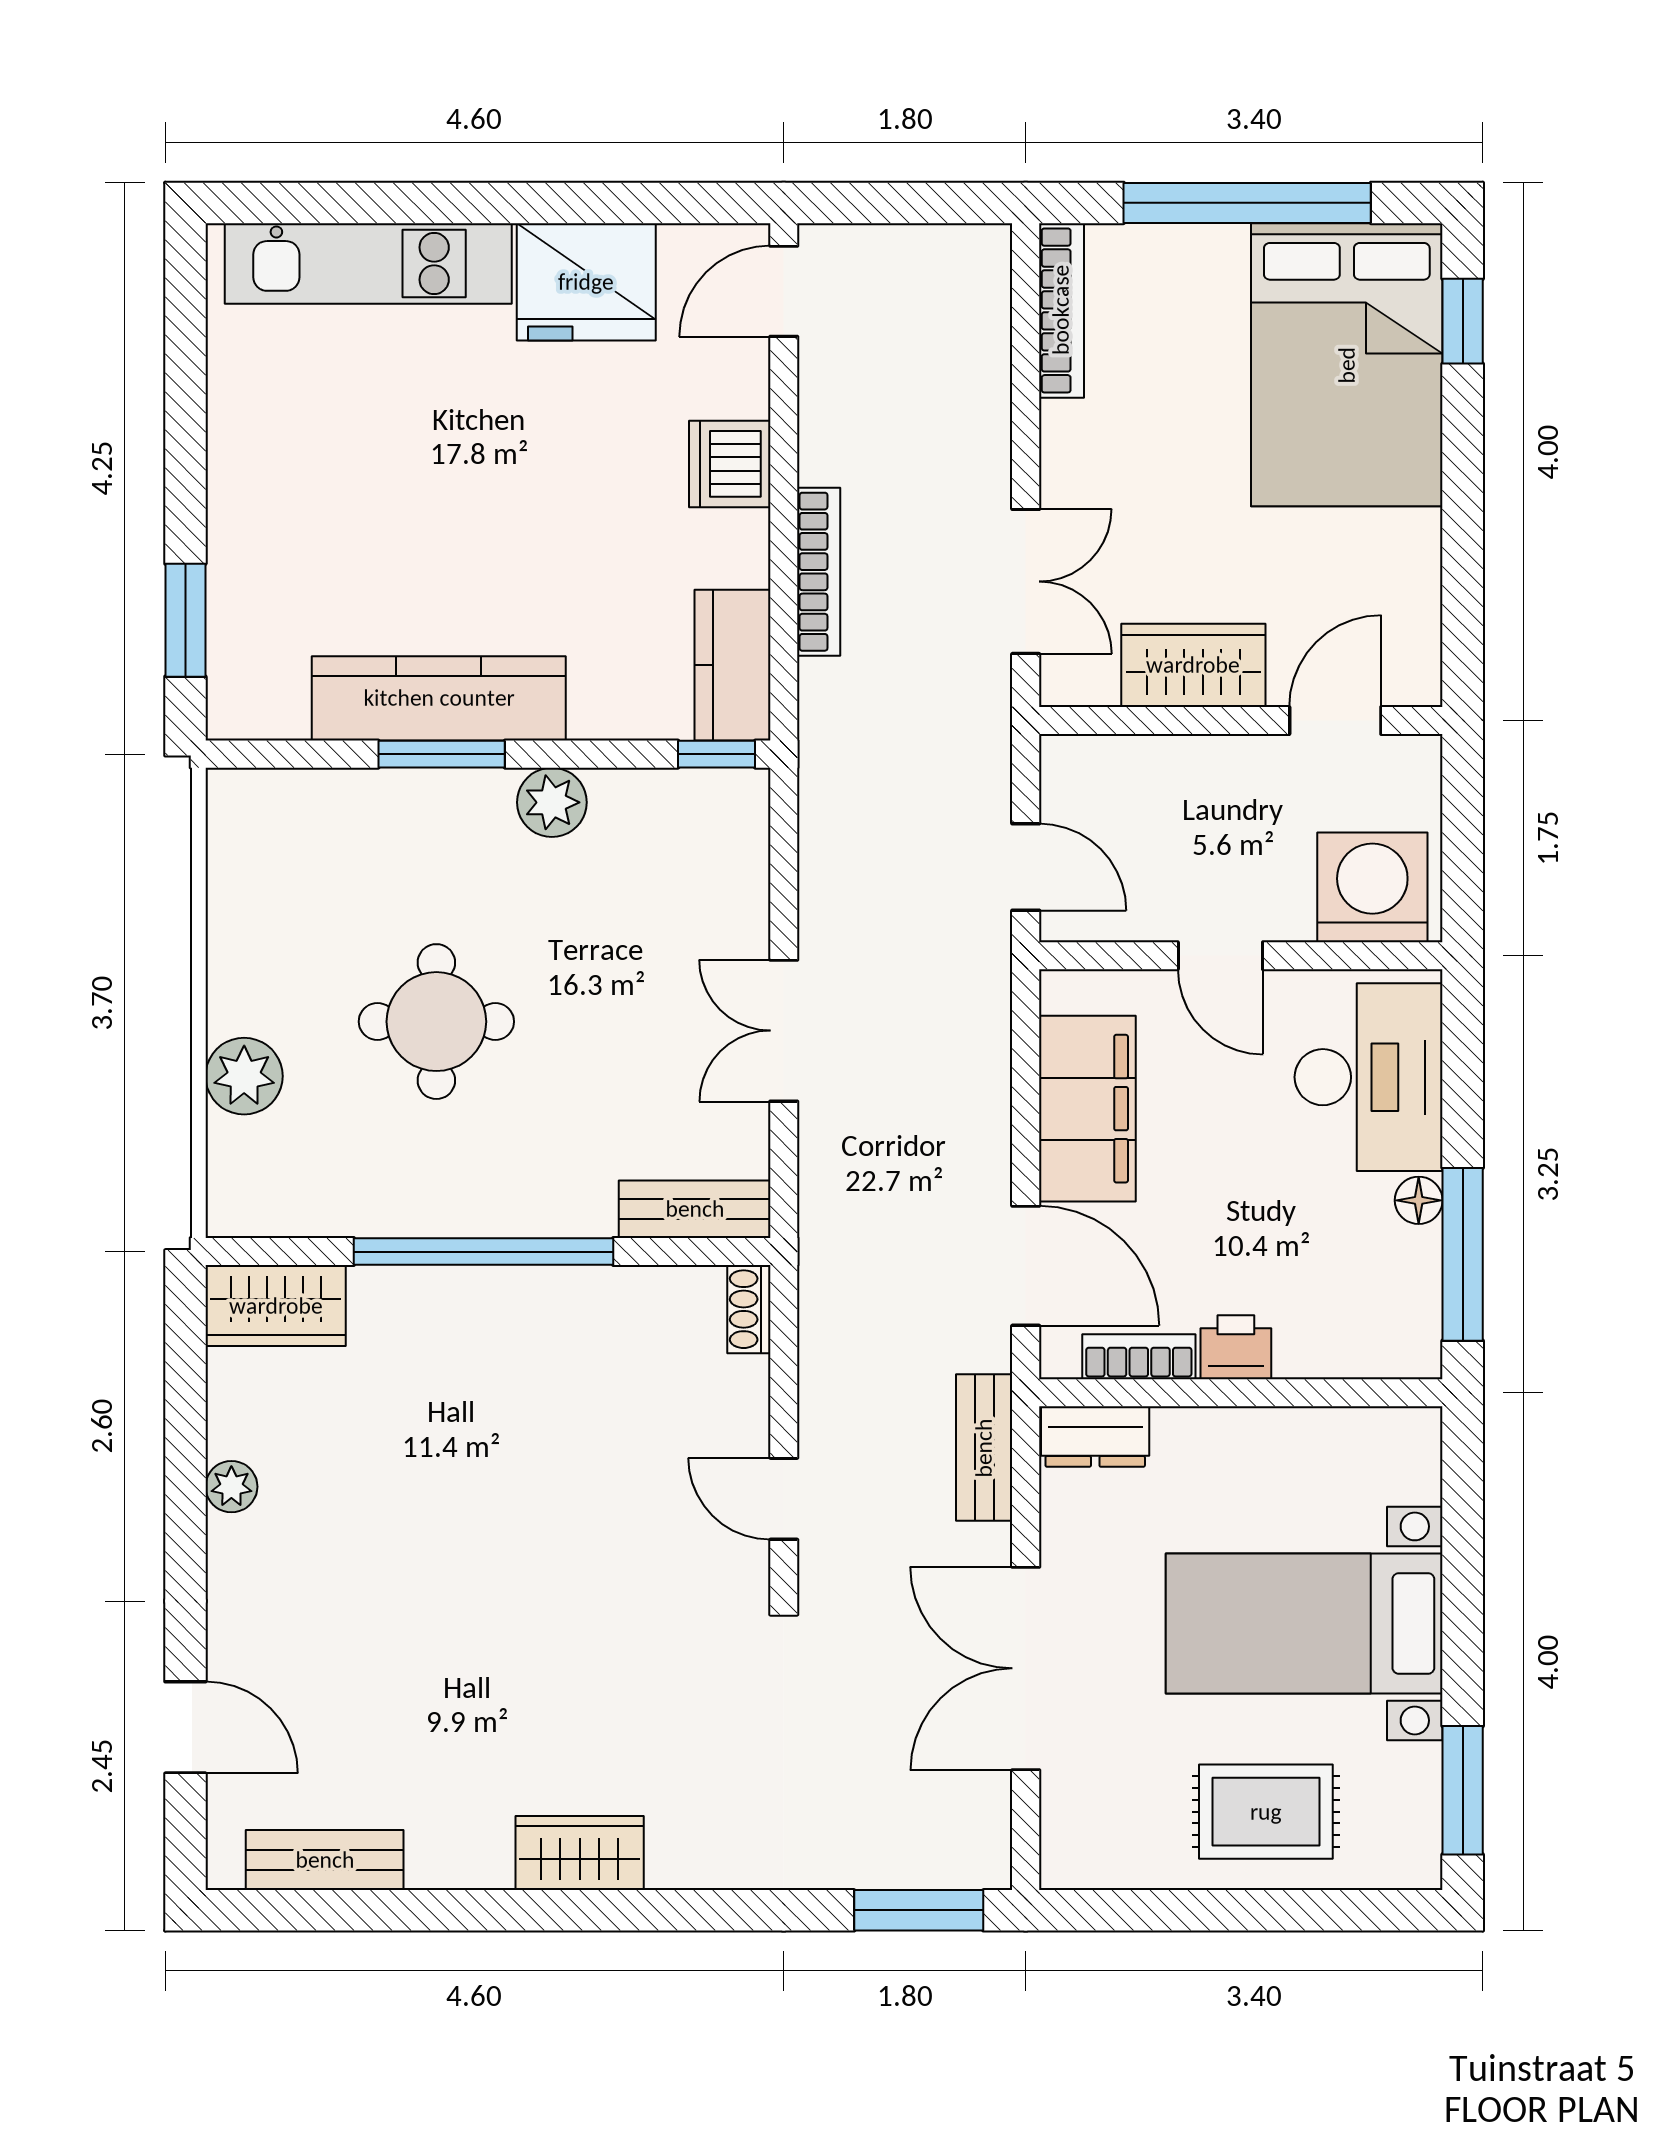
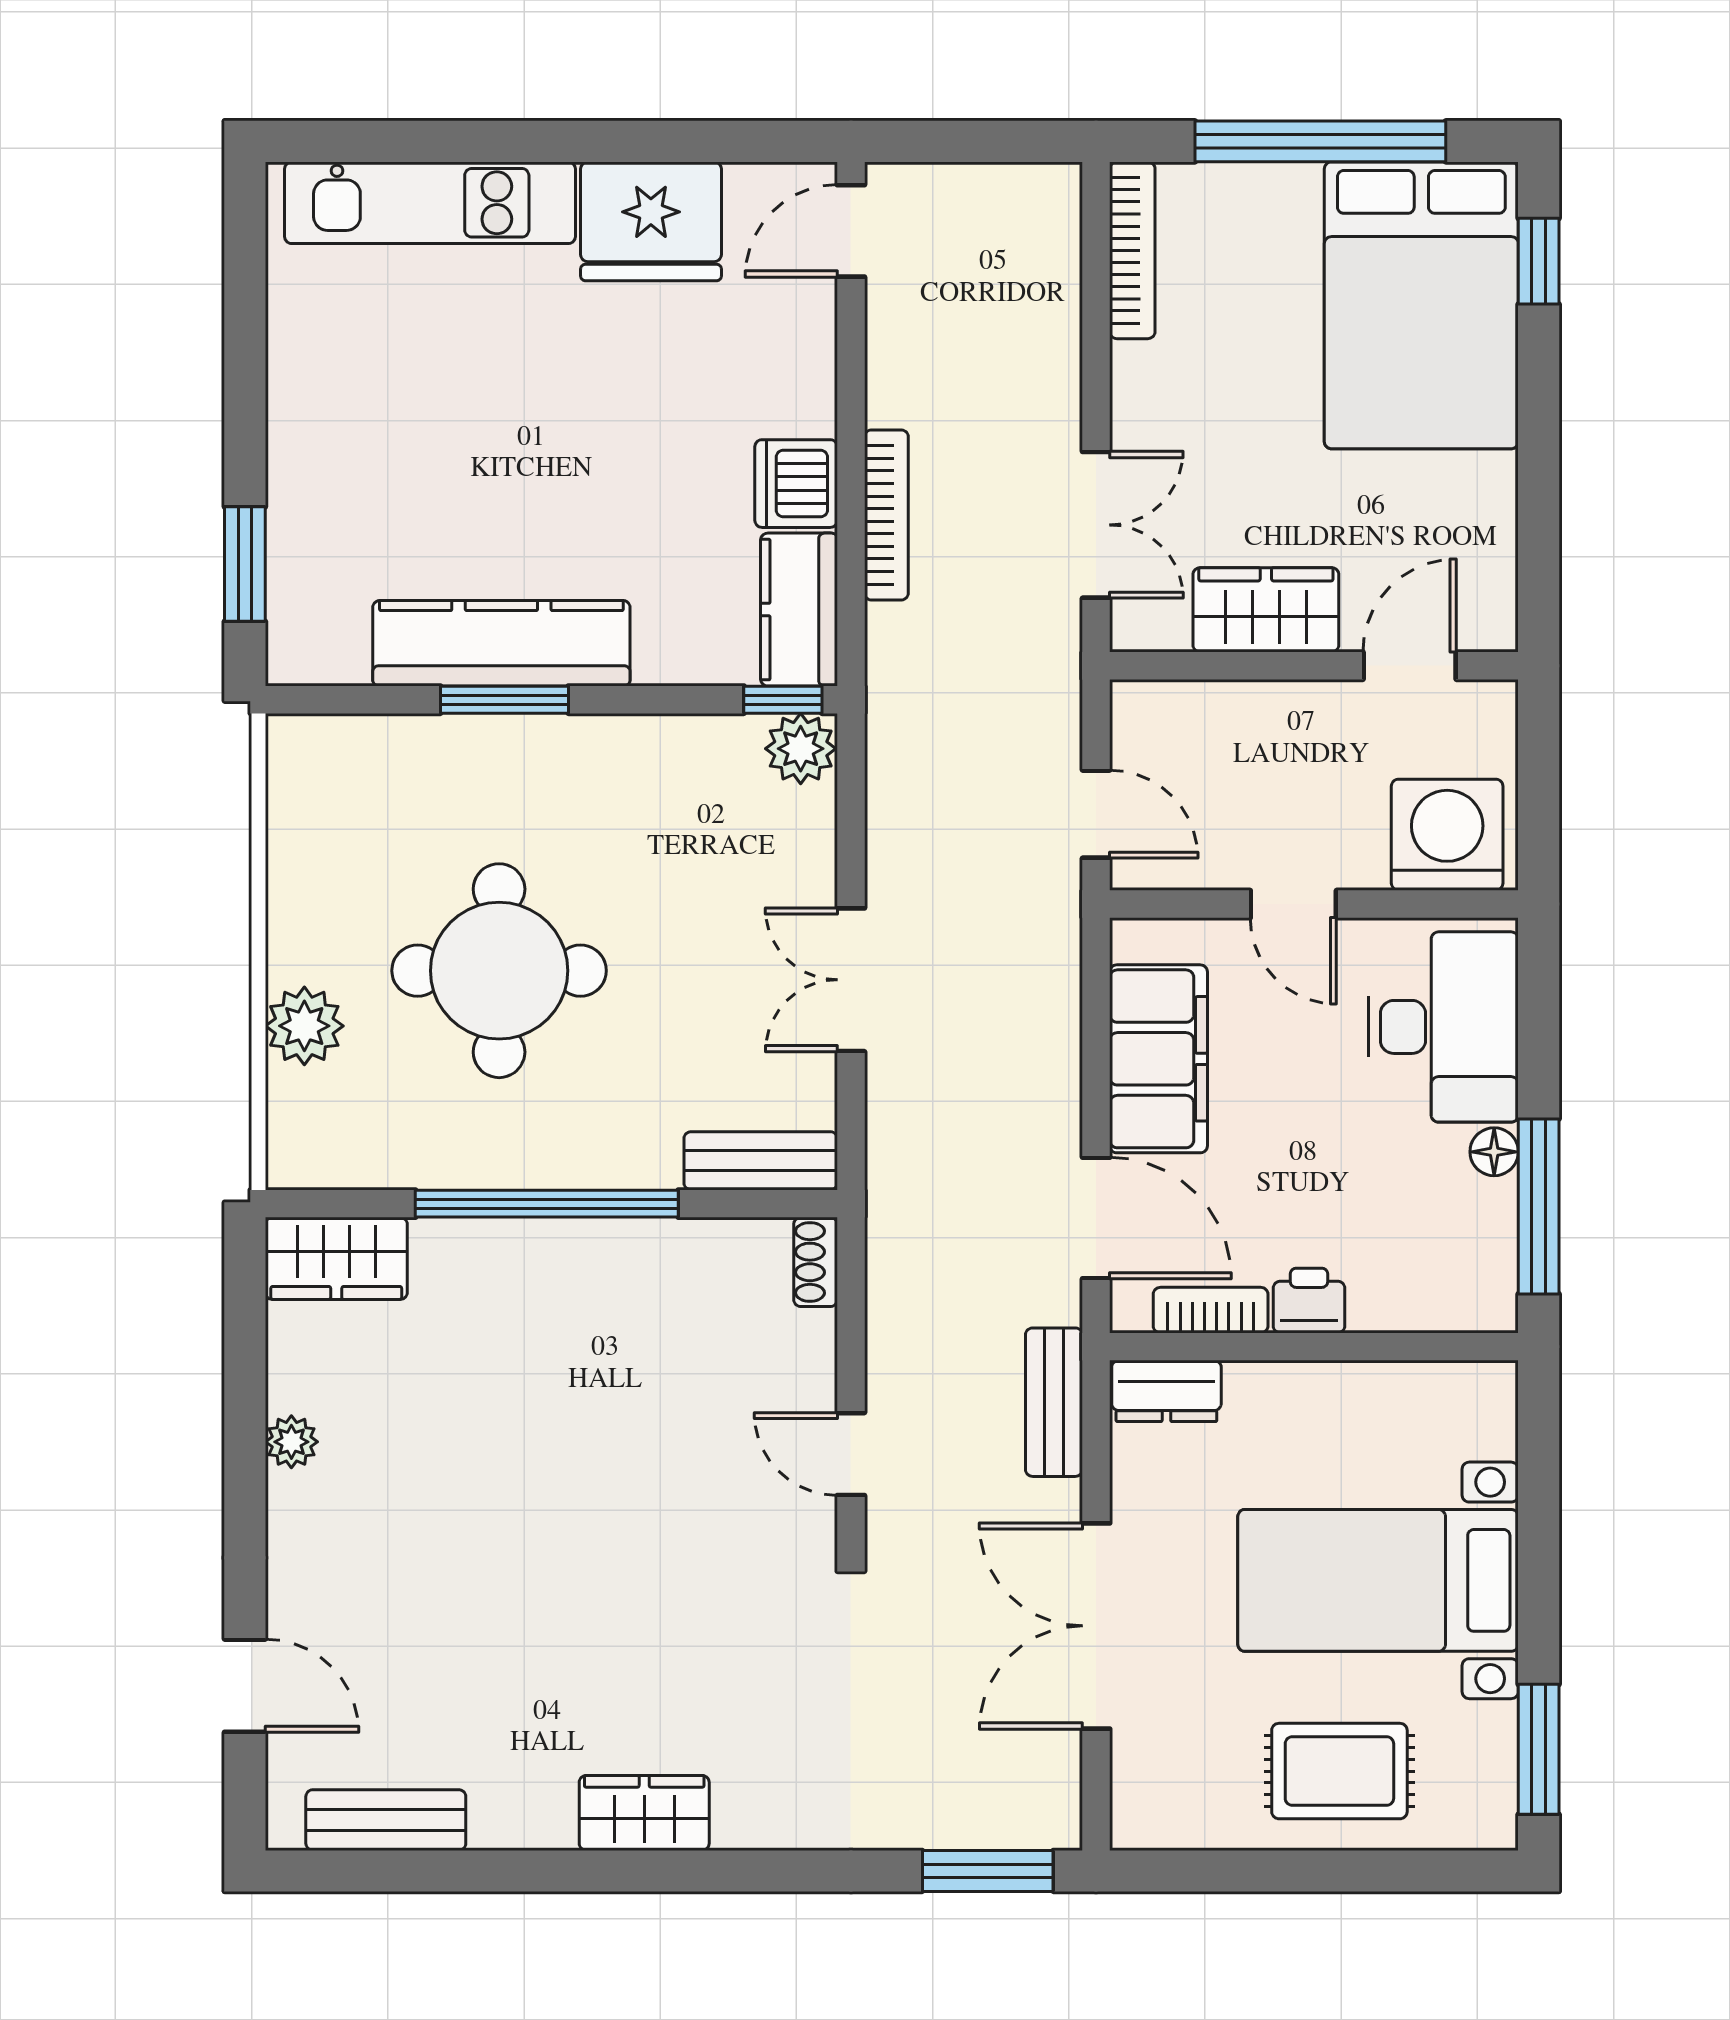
dishwasher: (730, 464) -> (796, 484), moved
plant: (552, 802) -> (801, 749), moved
round table: (436, 1022) -> (499, 971), width x1.36, depth x1.36

